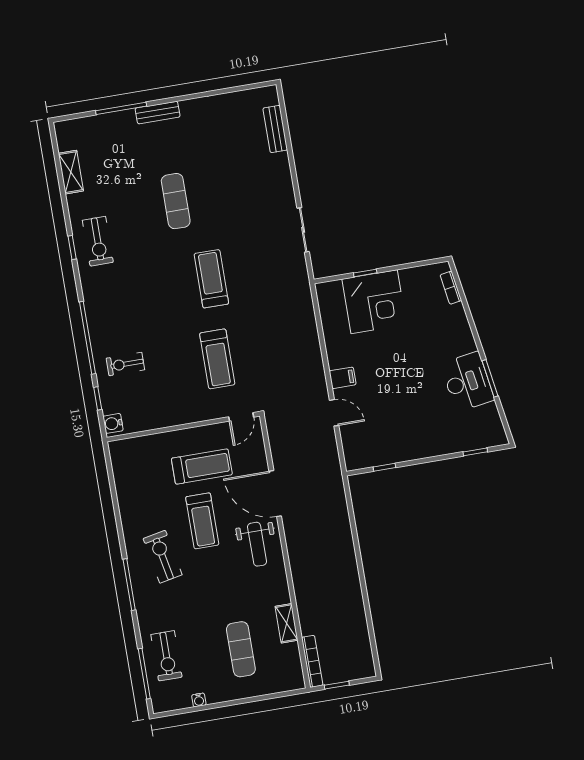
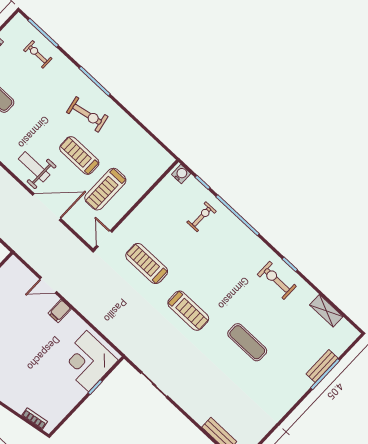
bench: (158, 113) -> (322, 366), moved
corner desk: (374, 302) -> (88, 361), moved
exercise bike: (166, 656) -> (38, 54), width x0.73, depth x0.72

